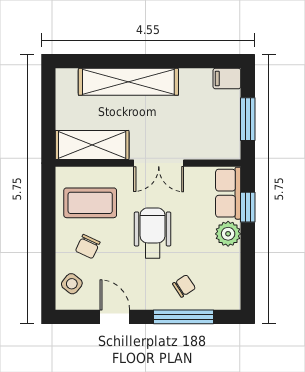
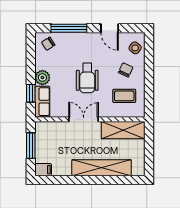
coffee table: (90, 203) -> (124, 96), width x0.73, depth x0.77
chair: (184, 286) -> (48, 44), moved

